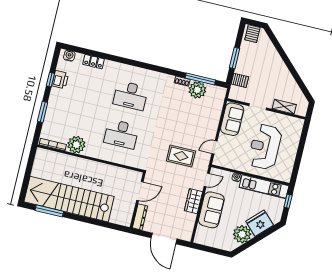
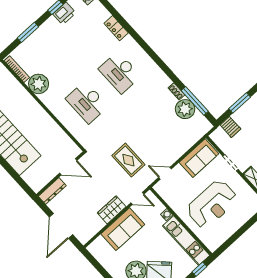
locker: (94, 62) -> (116, 28), moved
reception desk: (265, 147) -> (212, 204), turned 180

